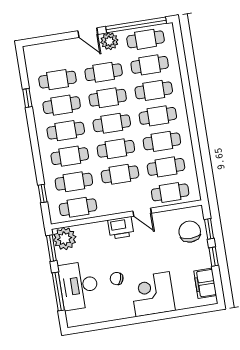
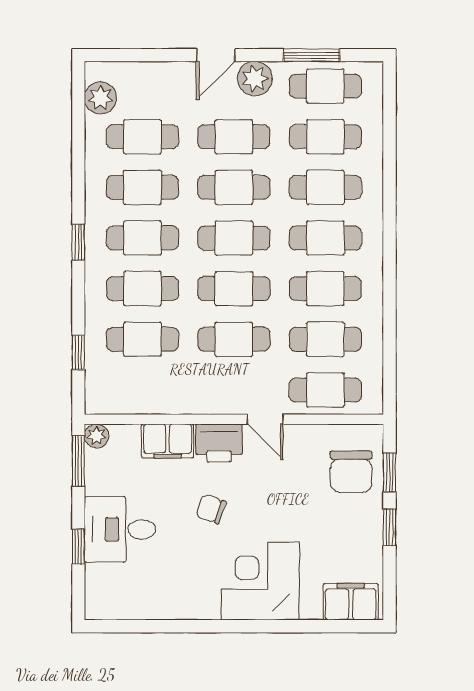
window: (136, 25) -> (311, 55), width x0.47
door: (88, 33) -> (216, 55), hinge flipped
plant: (33, 63) -> (100, 98), added
window: (27, 98) -> (78, 242), moved
cafe table: (78, 207) -> (142, 390), removed
filing cabinet: (95, 231) -> (168, 441), added
chair: (190, 232) -> (351, 472), turned 180
plant: (65, 239) -> (96, 436), width x0.53, depth x0.53
chair: (117, 279) -> (211, 509), moved
filing cabinet: (205, 283) -> (351, 602), moved, turned 90
desk: (79, 286) -> (120, 529), width x0.73
window: (58, 291) -> (78, 547), width x0.46

